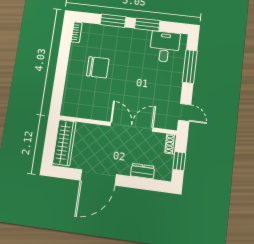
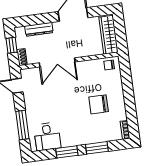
chair: (73, 108) -> (109, 65), added
dresser: (143, 171) -> (39, 29), width x1.44

